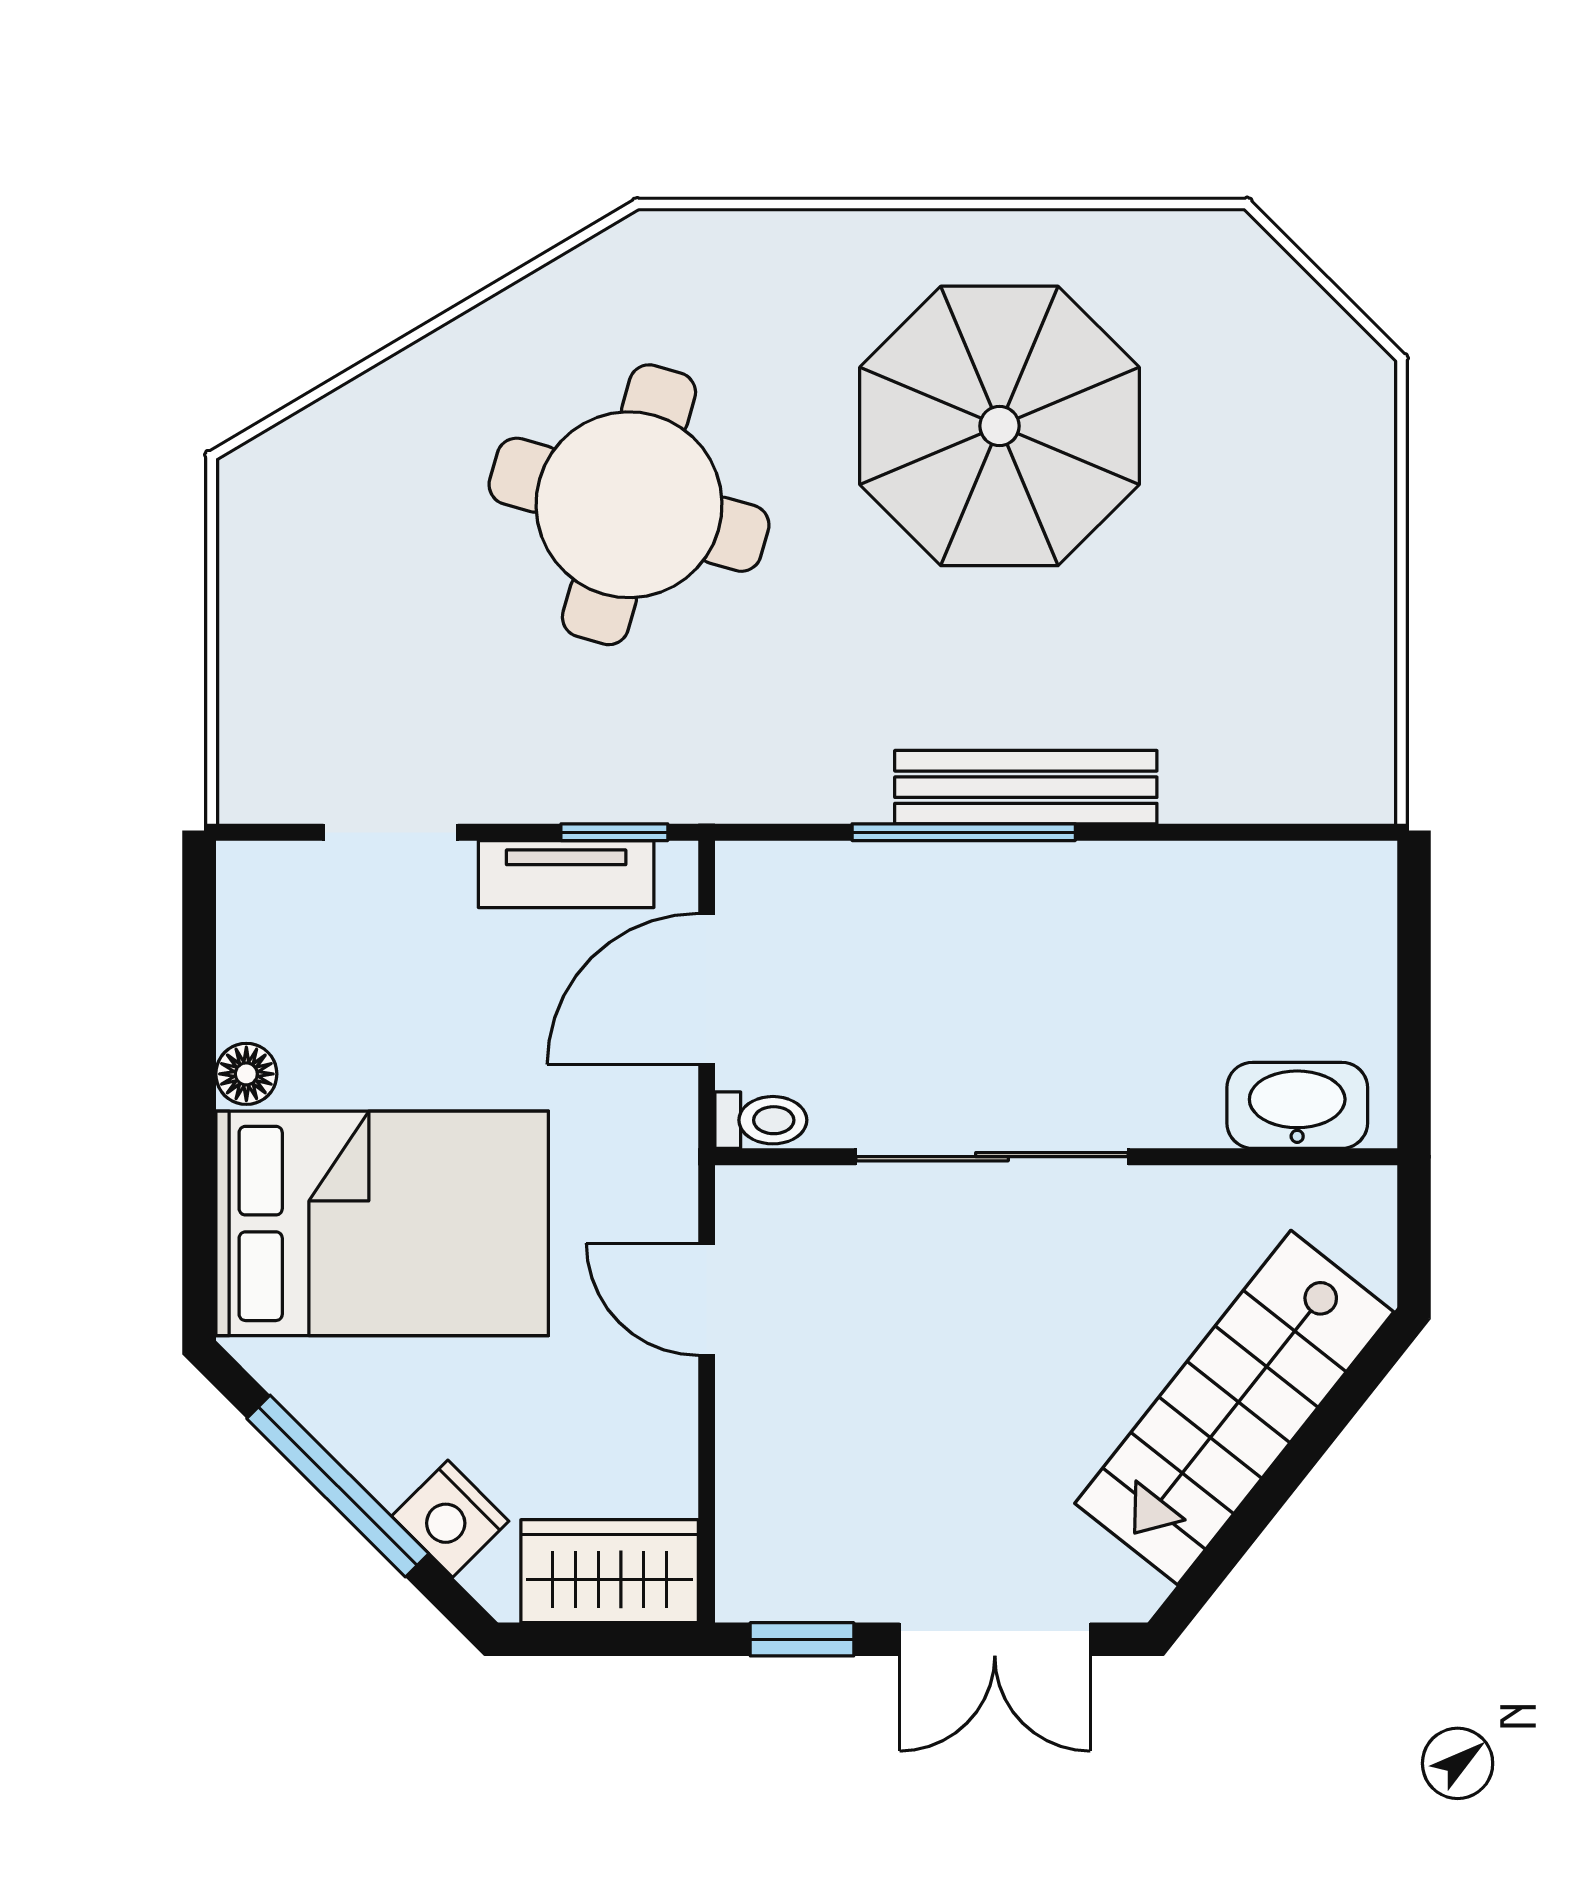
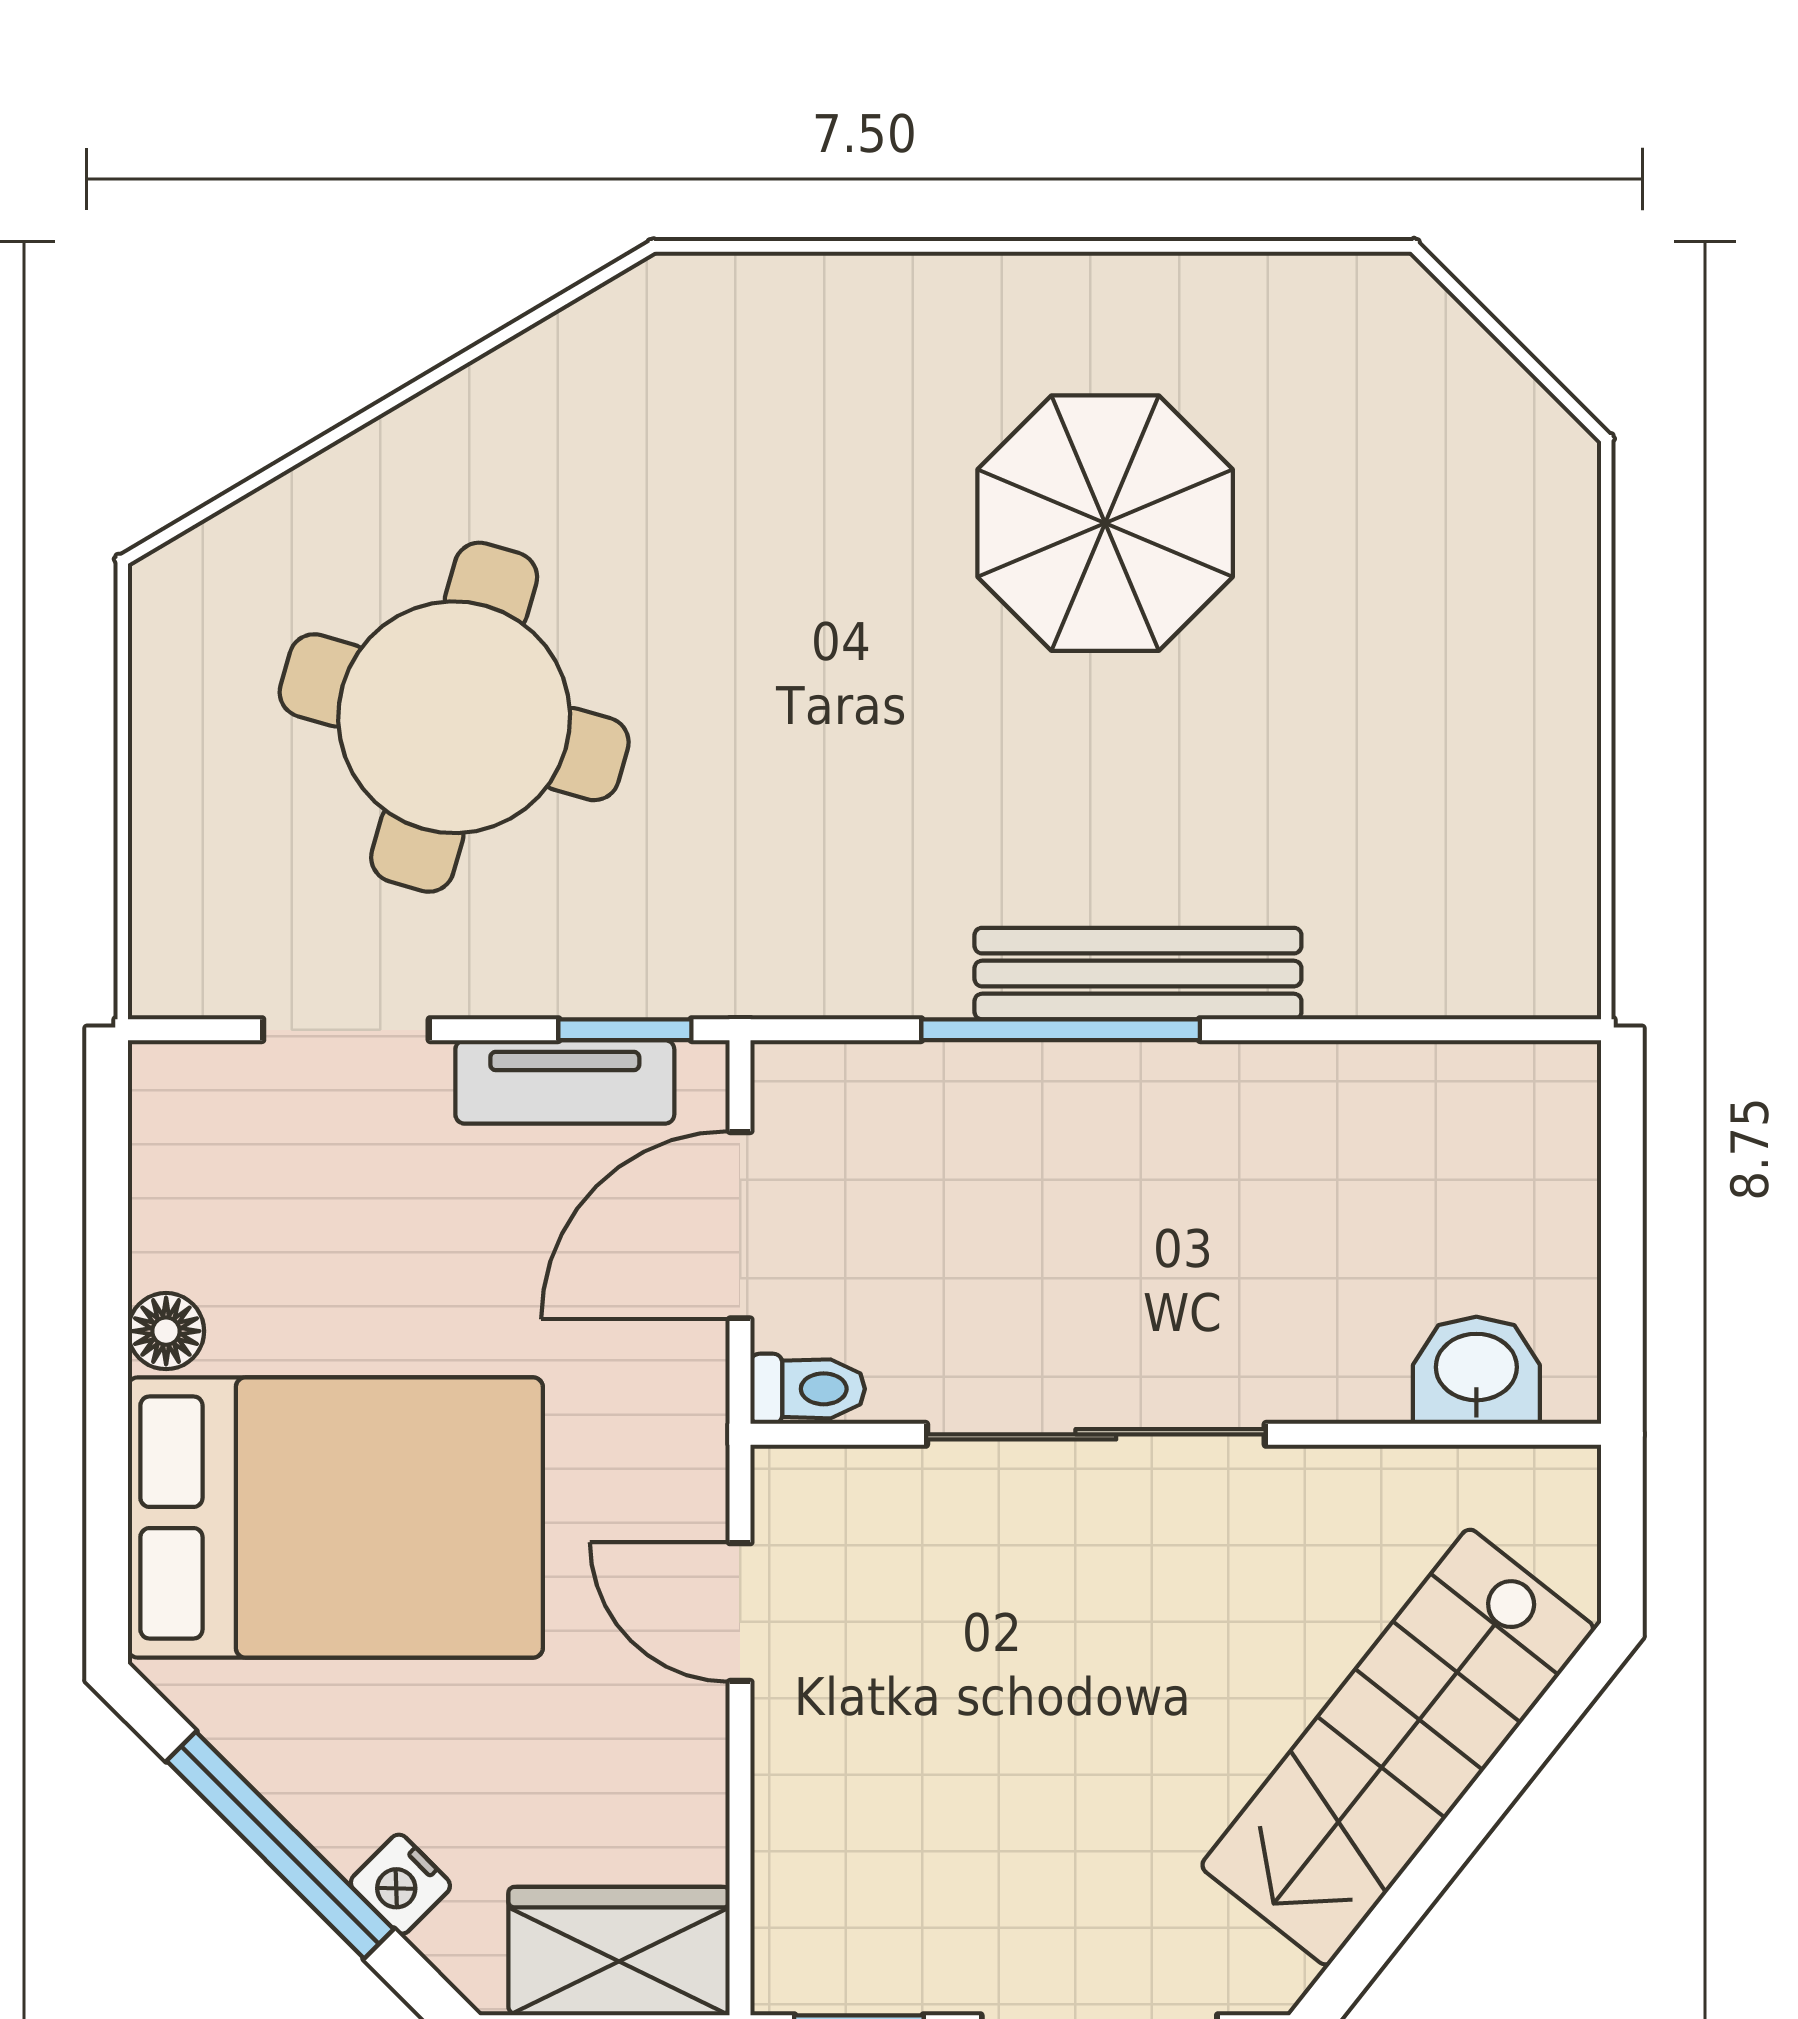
parasol: (999, 426) -> (1105, 523), width x0.73, depth x0.73
round table: (629, 505) -> (454, 717), moved
washbasin: (1297, 1105) -> (1476, 1370), width x0.72
nightstand: (450, 1519) -> (400, 1884), width x0.72, depth x0.74

